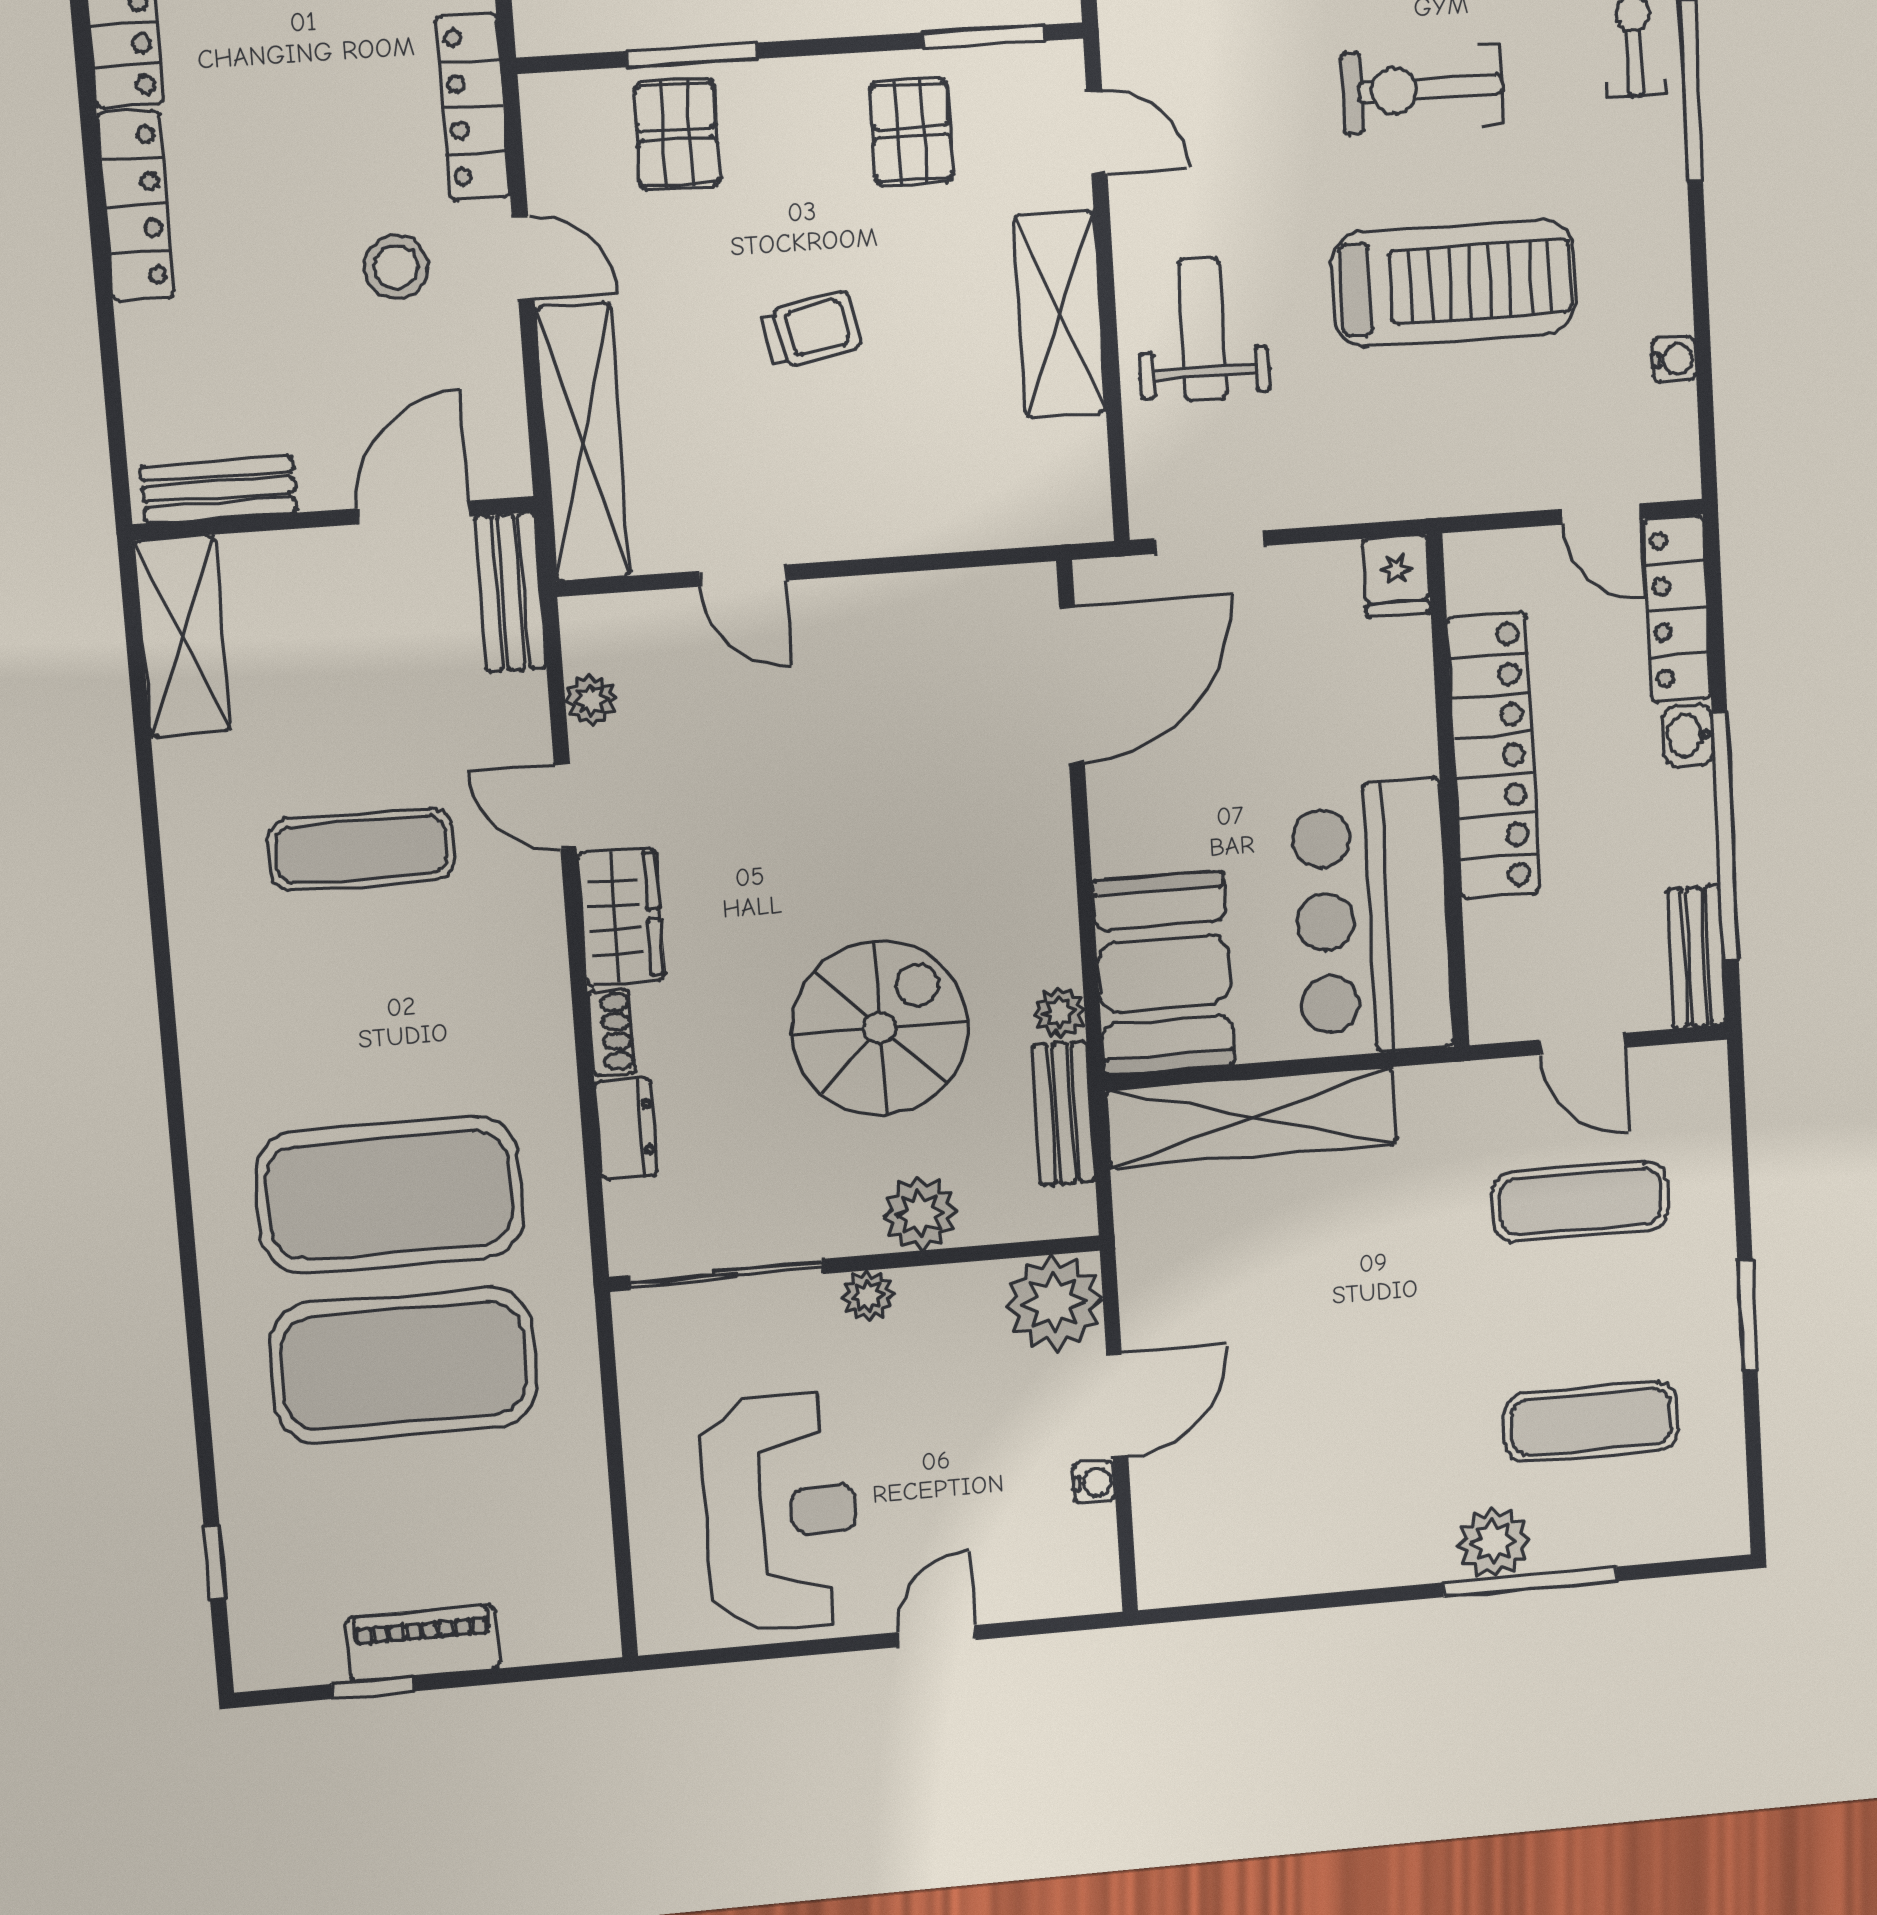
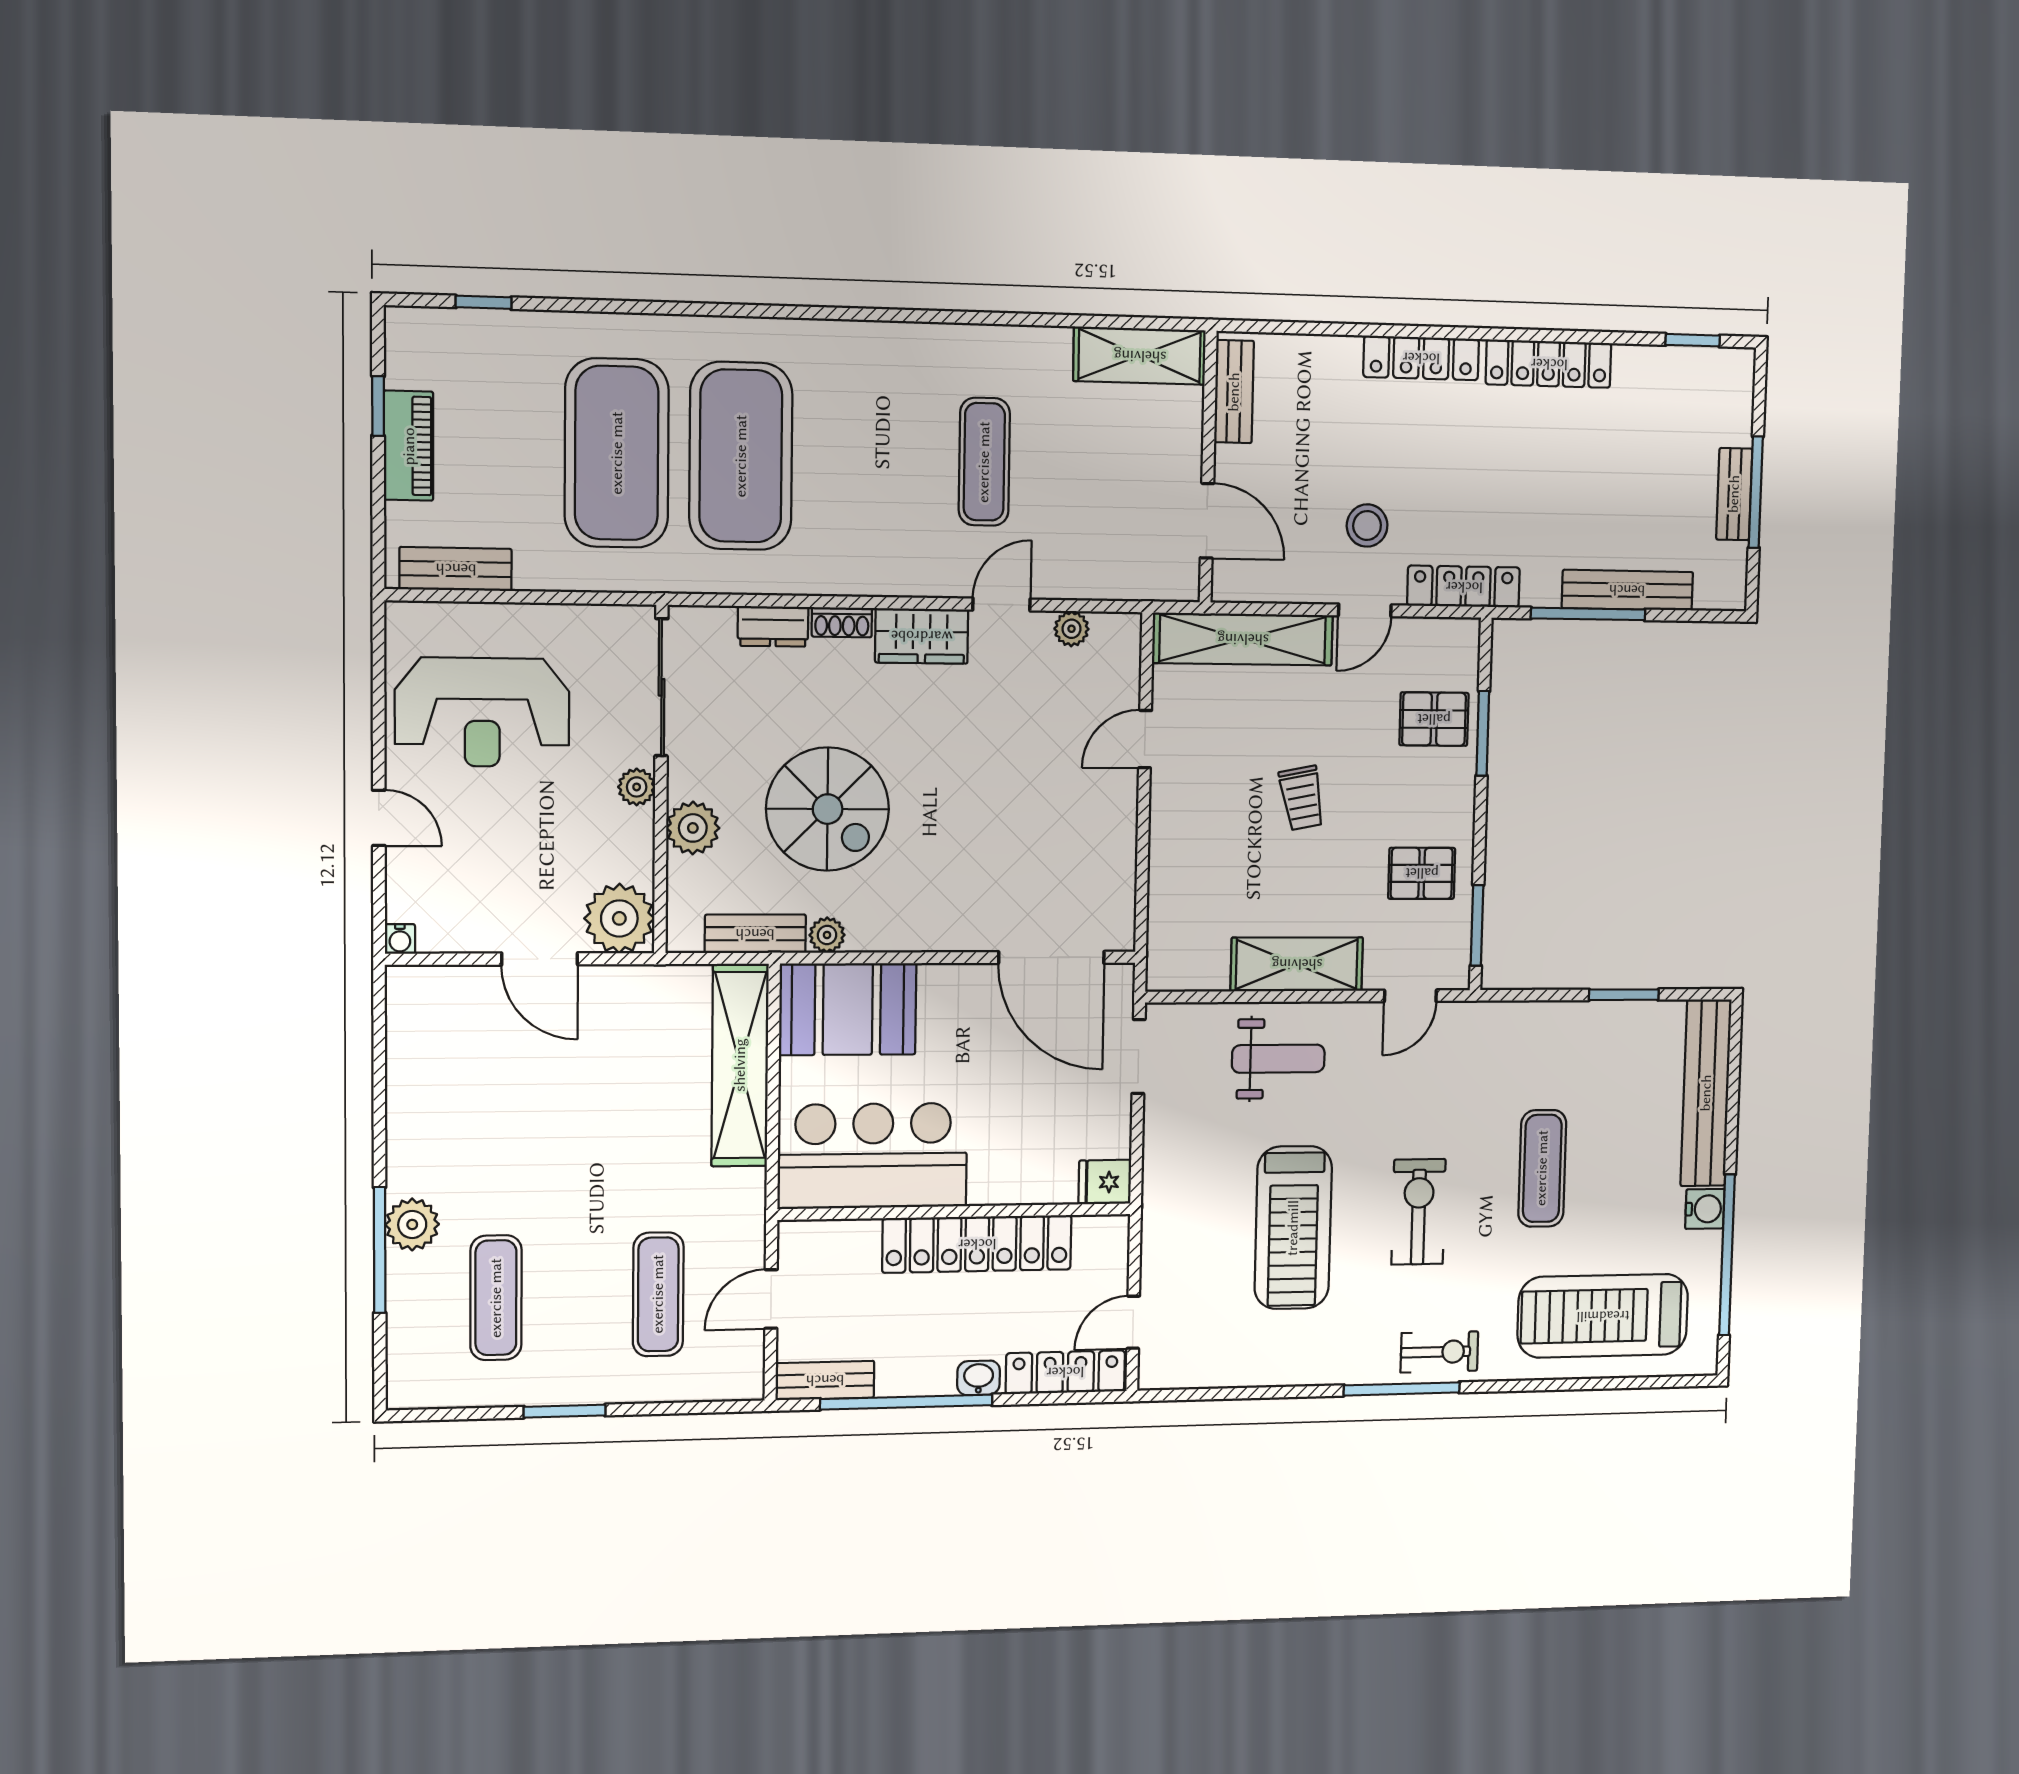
water cooler: (1674, 359) -> (1230, 1374), removed
bench: (511, 592) -> (456, 569), moved
water cooler: (1094, 1482) -> (400, 939), moved

